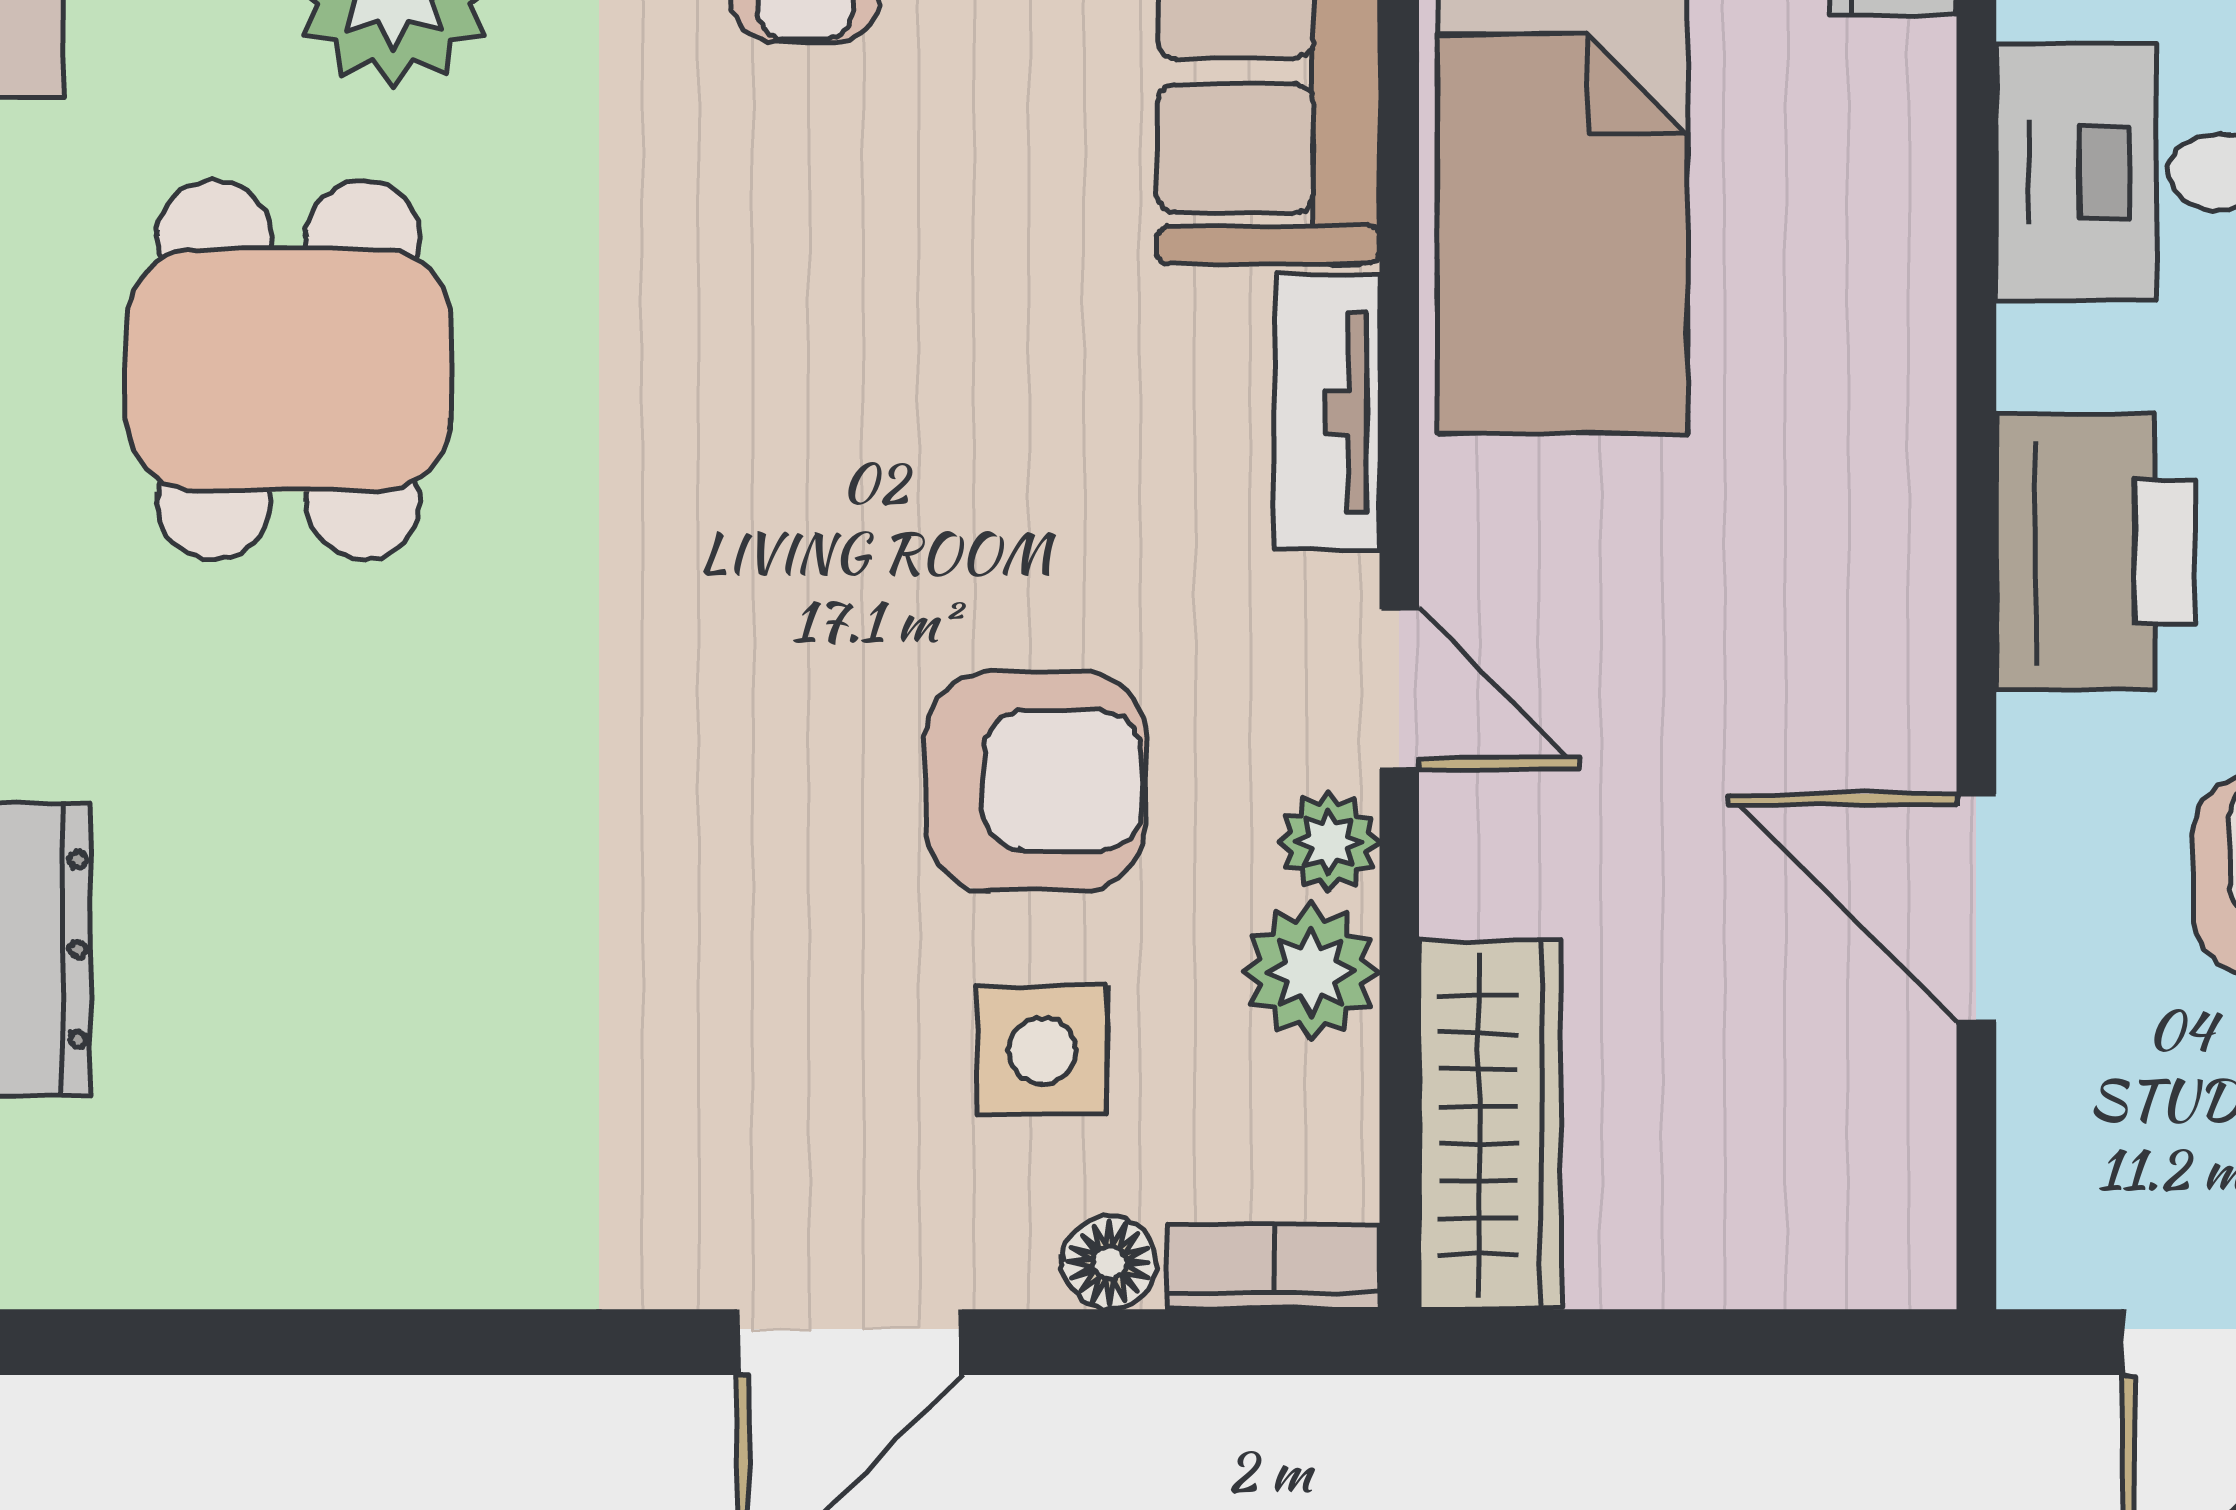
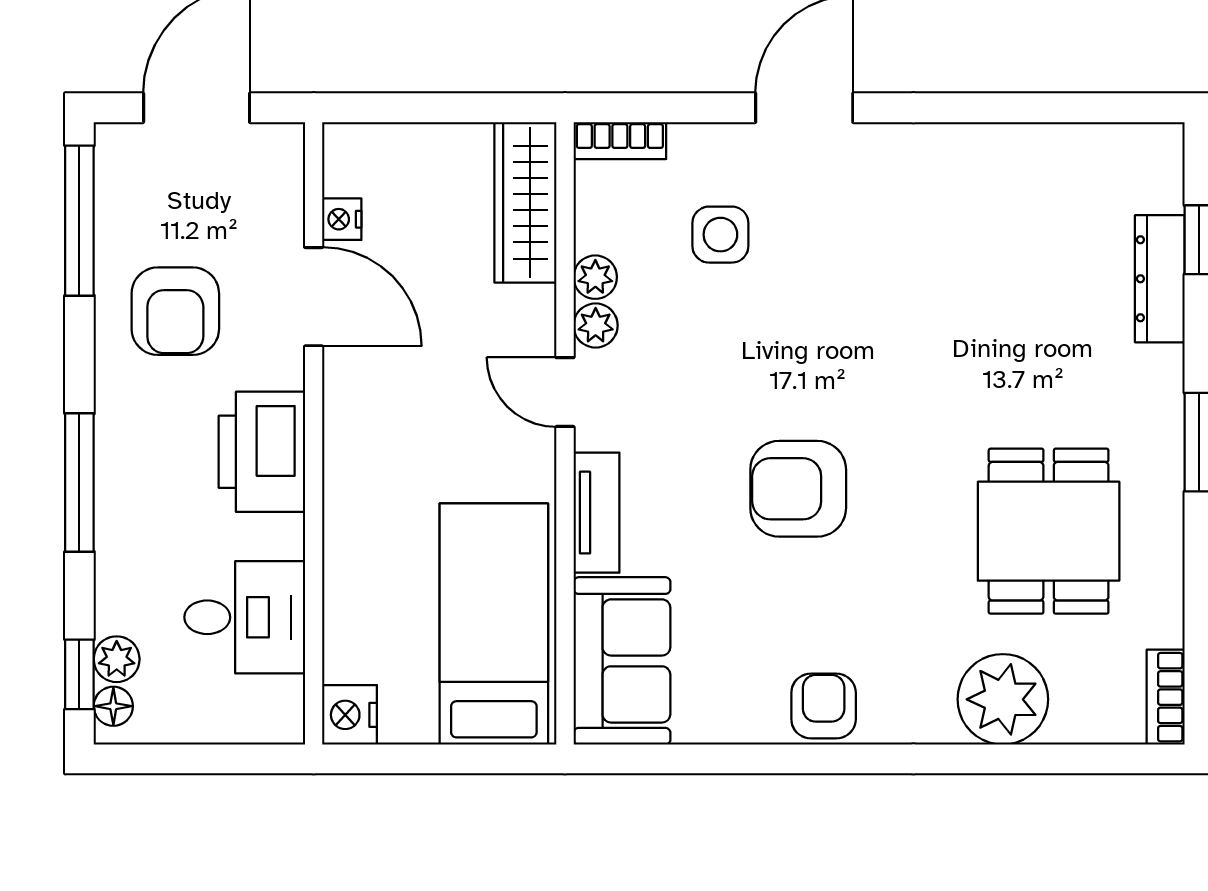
armchair: (1036, 781) -> (798, 489), moved
plant: (1311, 972) -> (595, 277), width x0.73, depth x0.73
nightstand: (1912, 1086) -> (342, 219), added
floor lamp: (1110, 1263) -> (691, 142), removed

